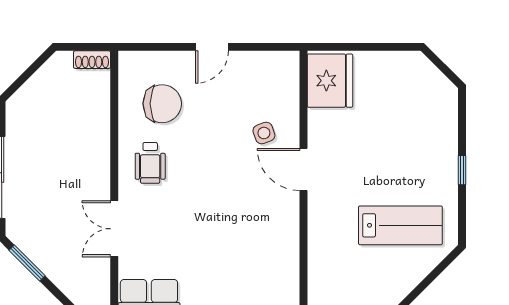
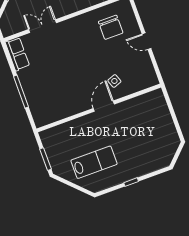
fridge: (330, 81) -> (151, 103), removed
wheelchair: (150, 163) -> (80, 32), removed
lab bench: (400, 225) -> (94, 162), turned -90

